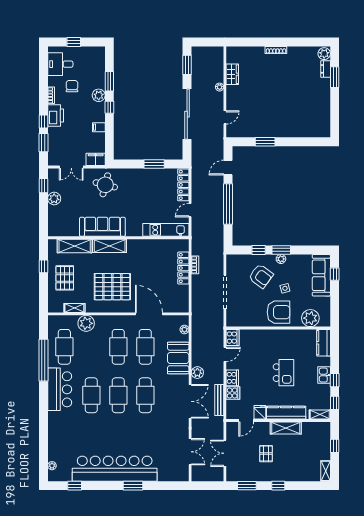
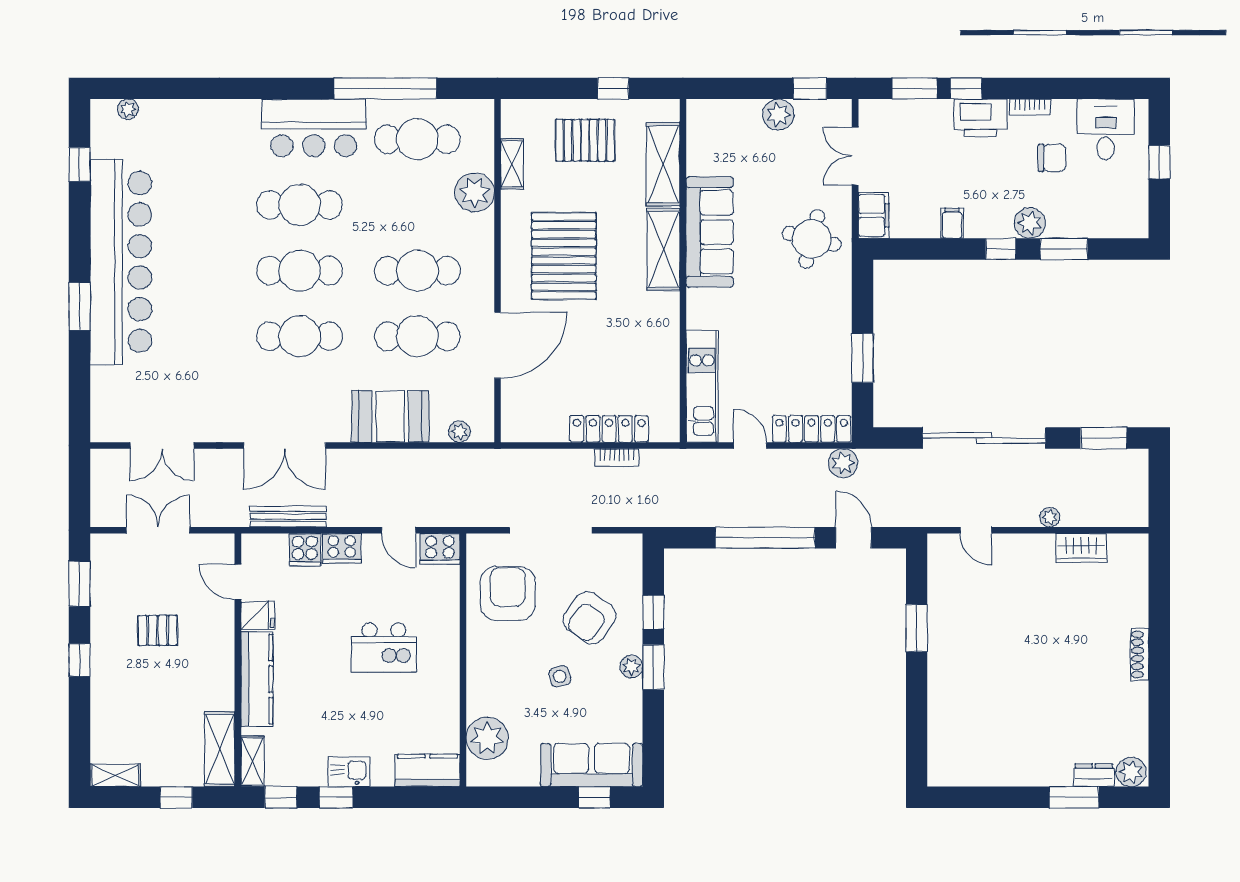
armchair: (279, 312) -> (508, 594), moved, turned 180
plant: (197, 373) -> (843, 463), moved
kitchen island: (284, 373) -> (384, 648), moved
shelving: (286, 428) -> (220, 749), moved

